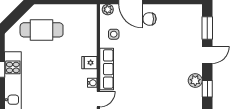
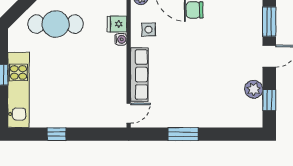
fridge: (89, 63) -> (117, 24), moved
water cooler: (92, 83) -> (121, 39), moved

